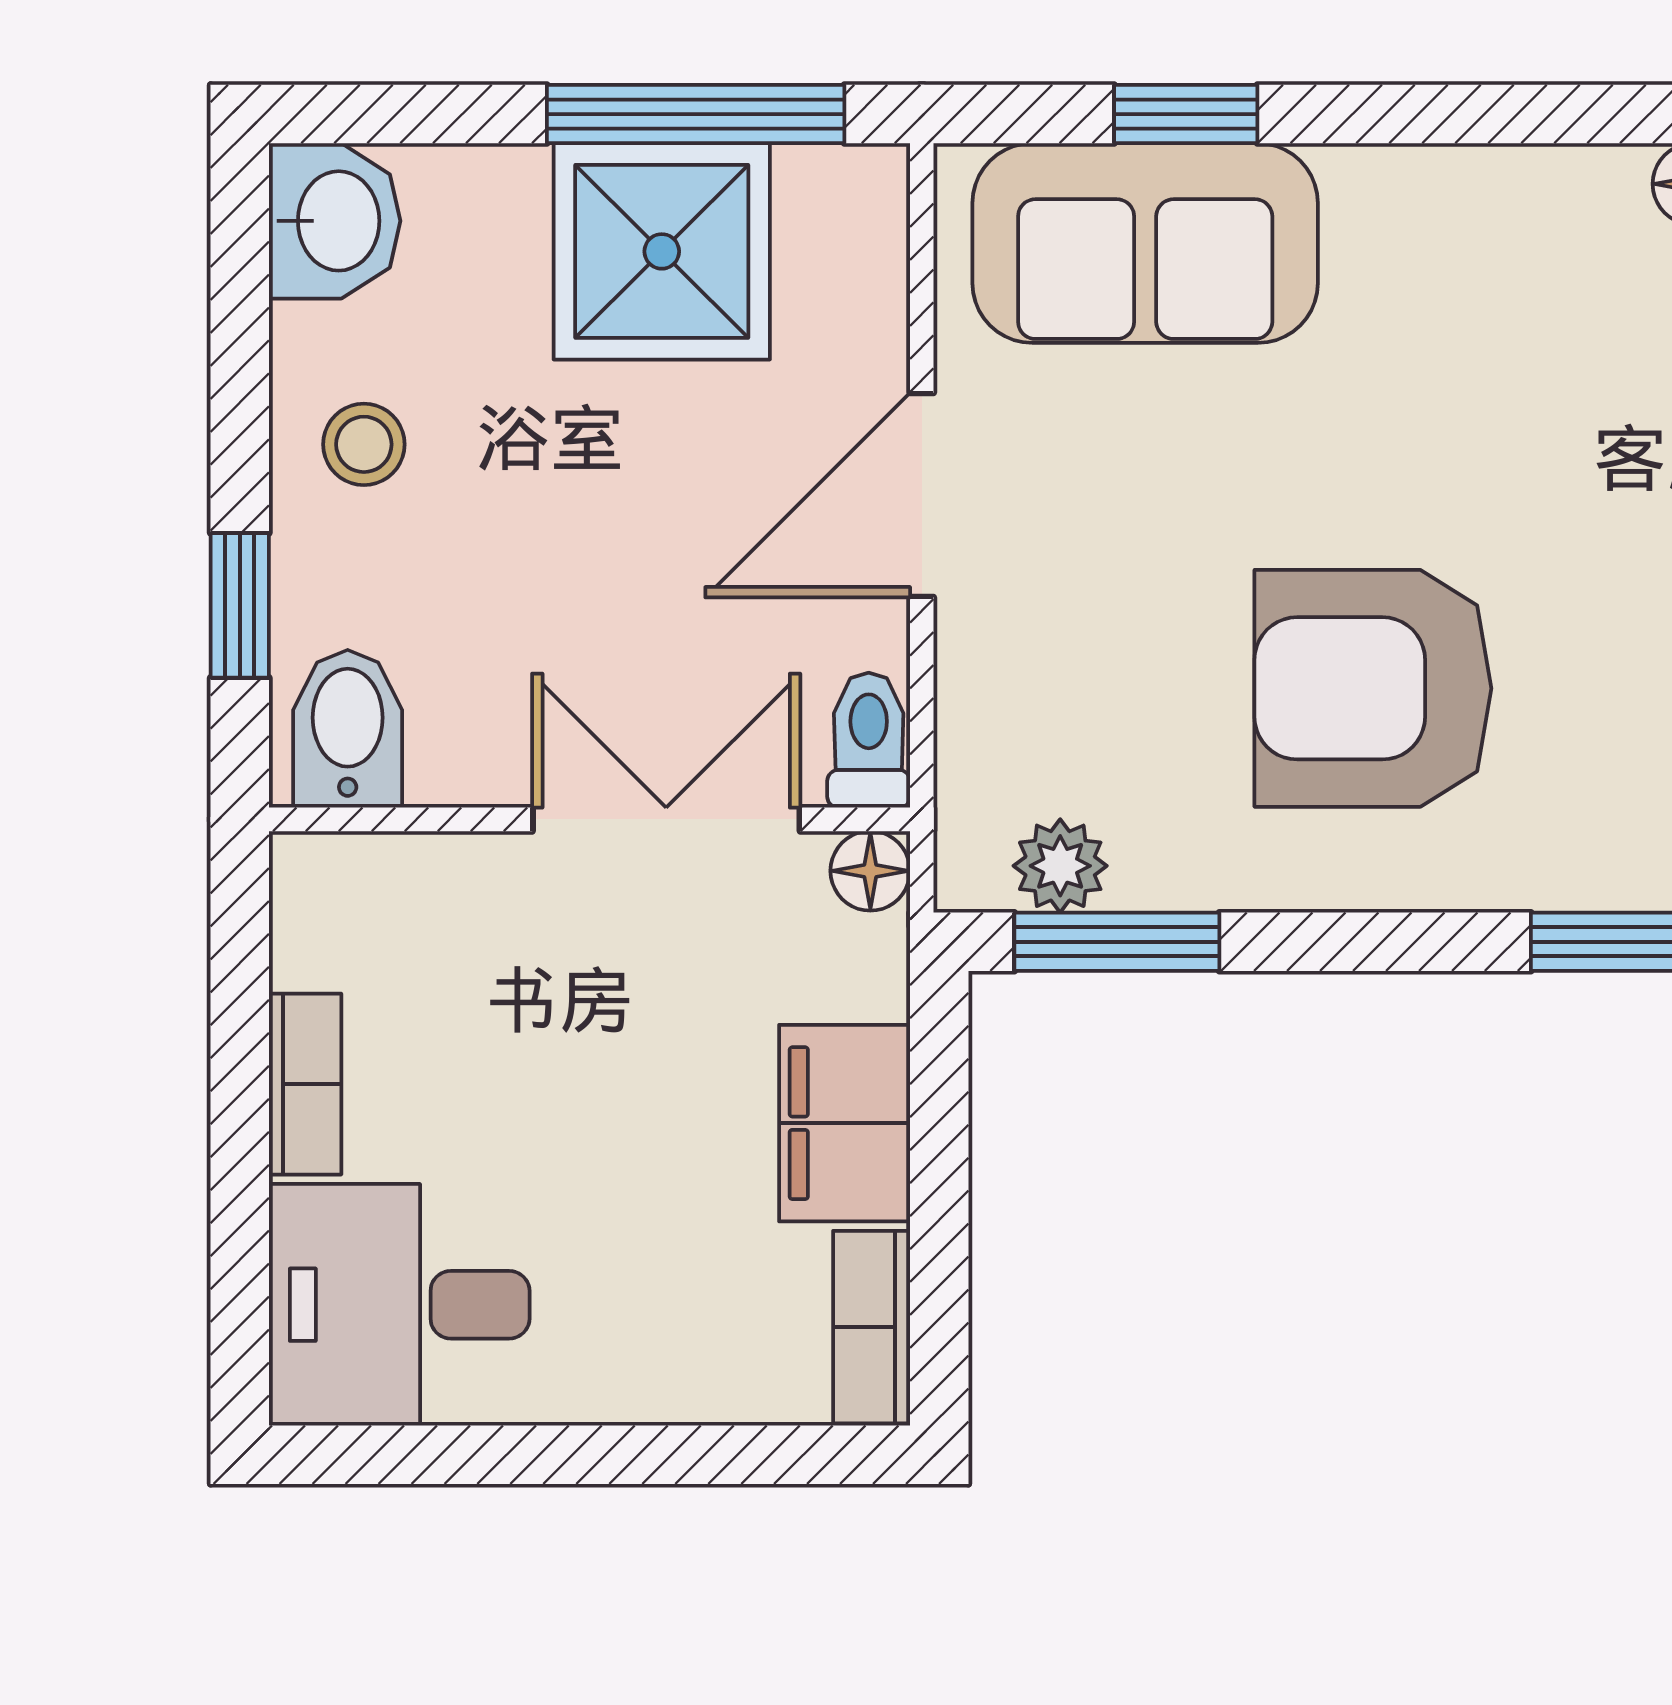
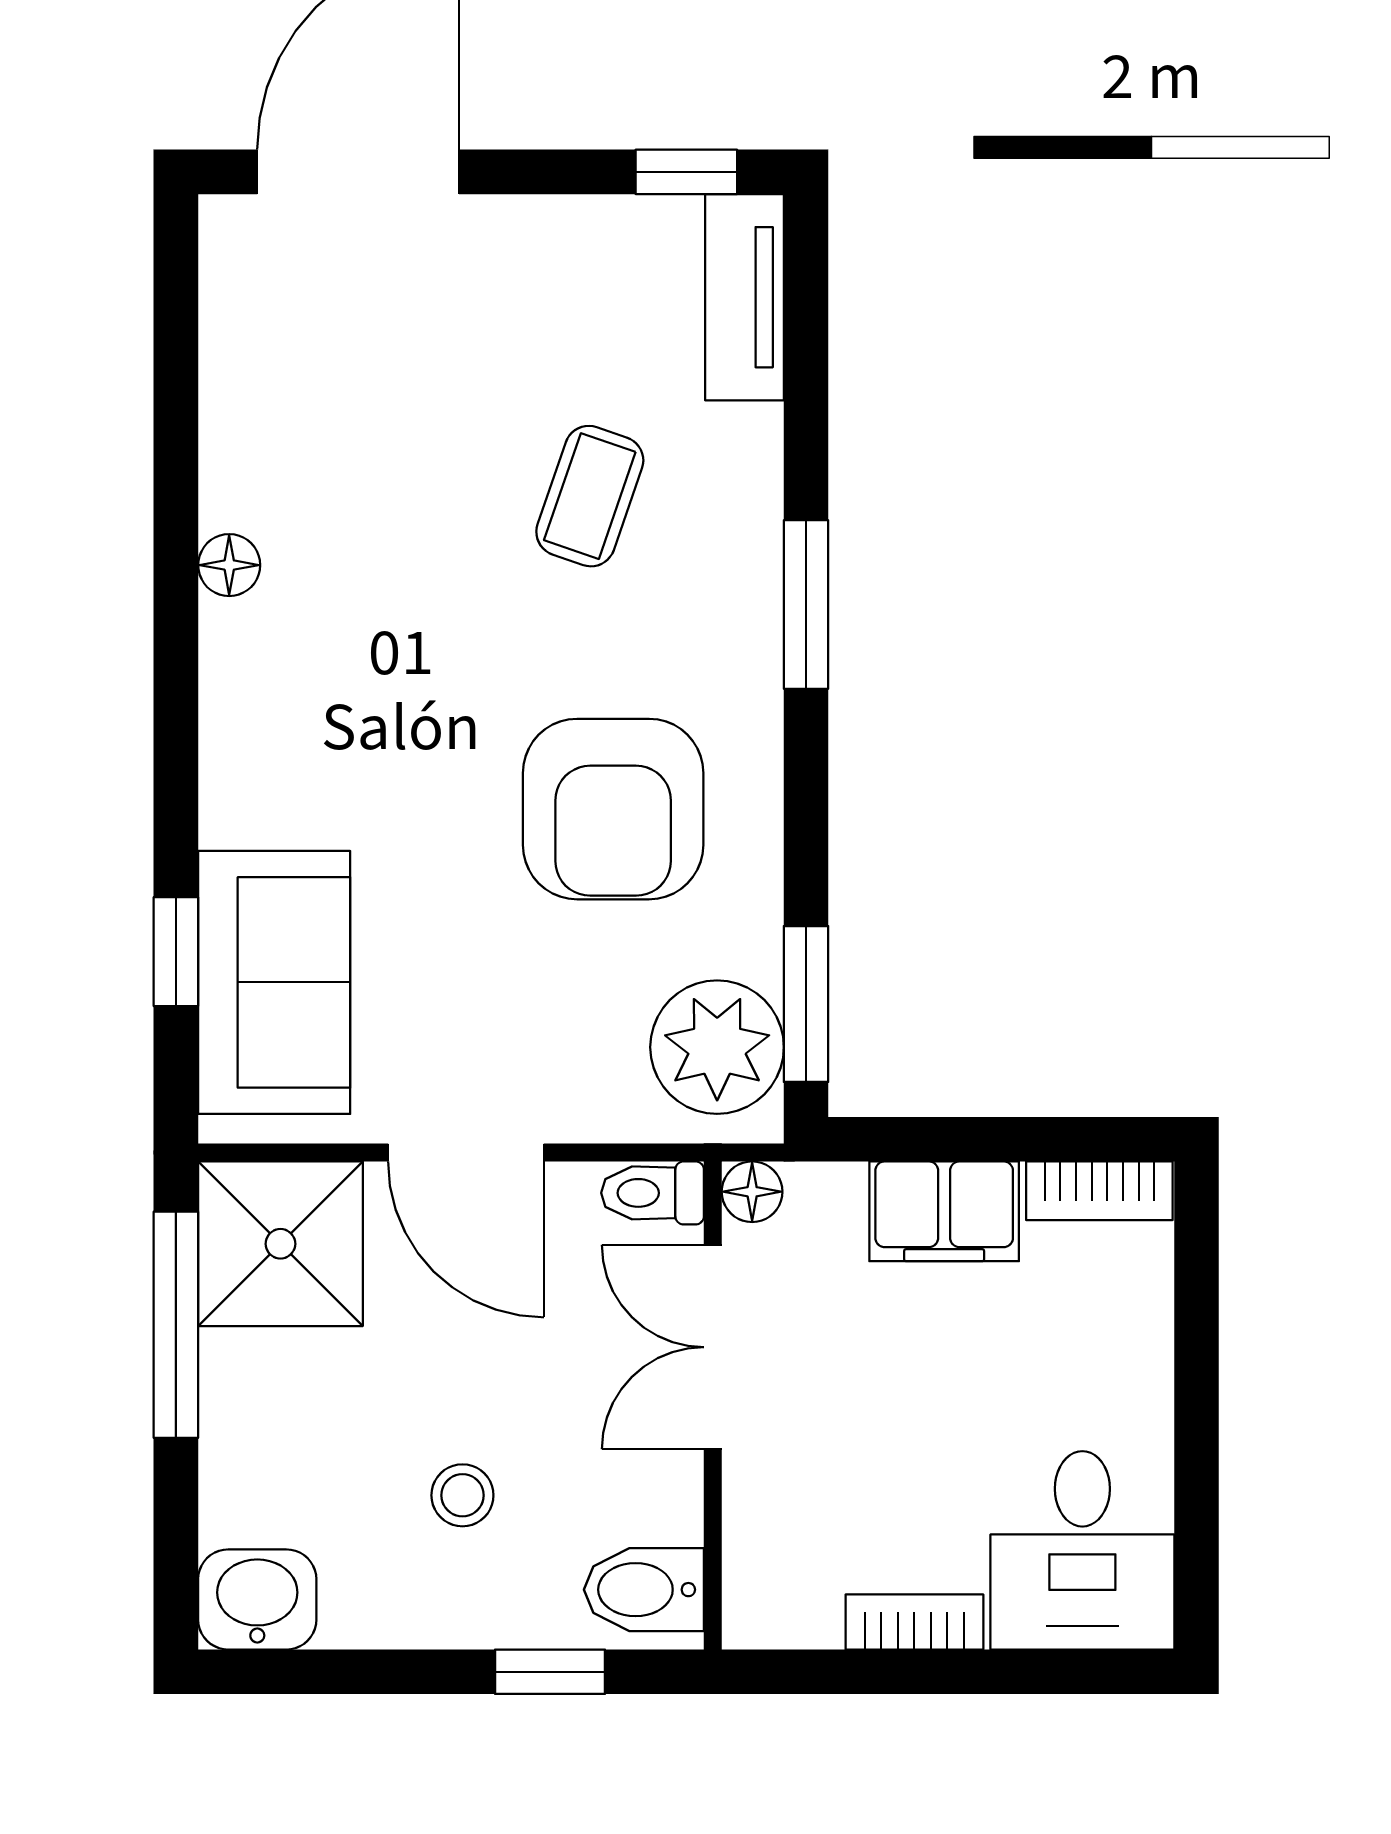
shower: (662, 251) -> (280, 1244), moved
stool: (364, 444) -> (462, 1495), moved
plant: (1060, 866) -> (717, 1047), width x1.88, depth x1.88

